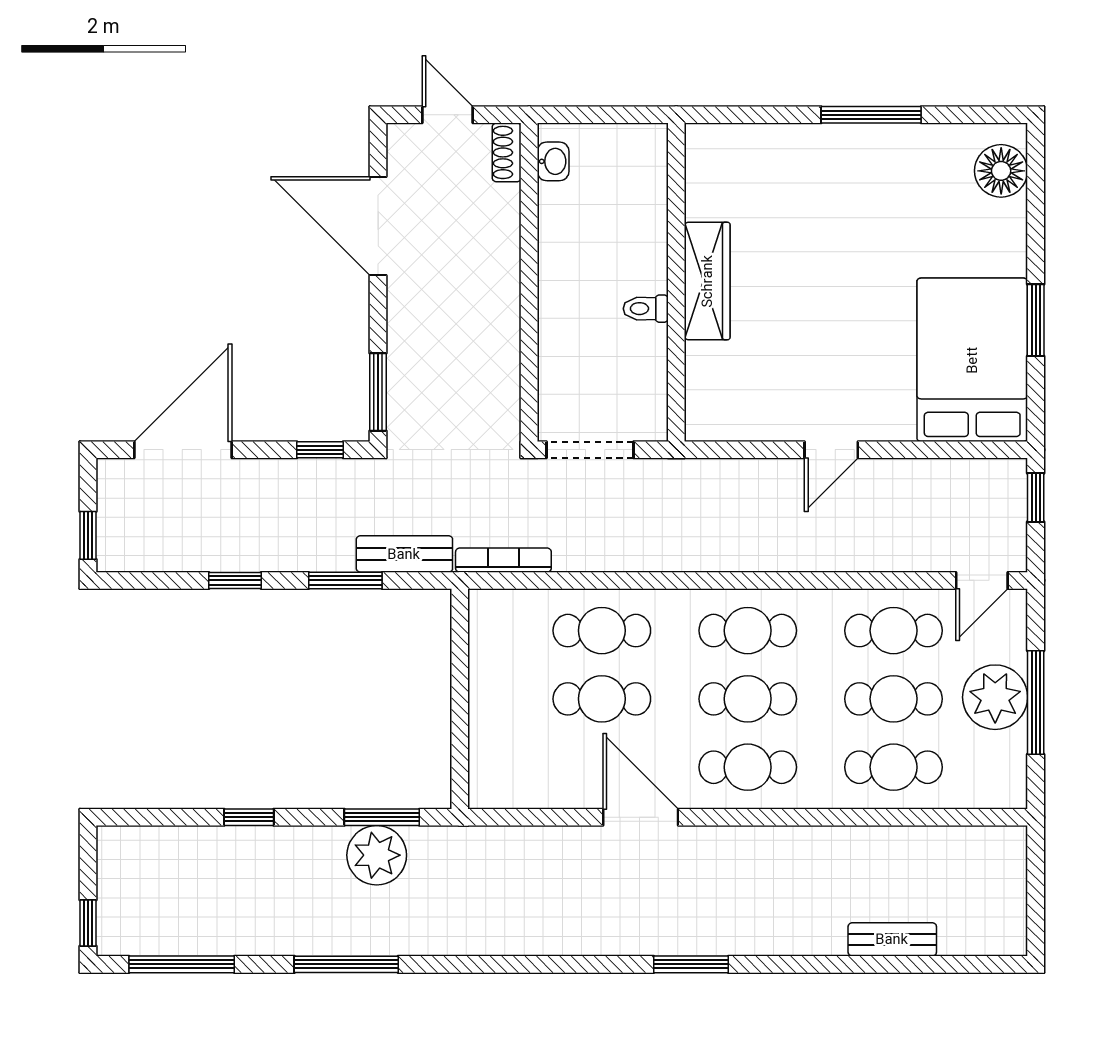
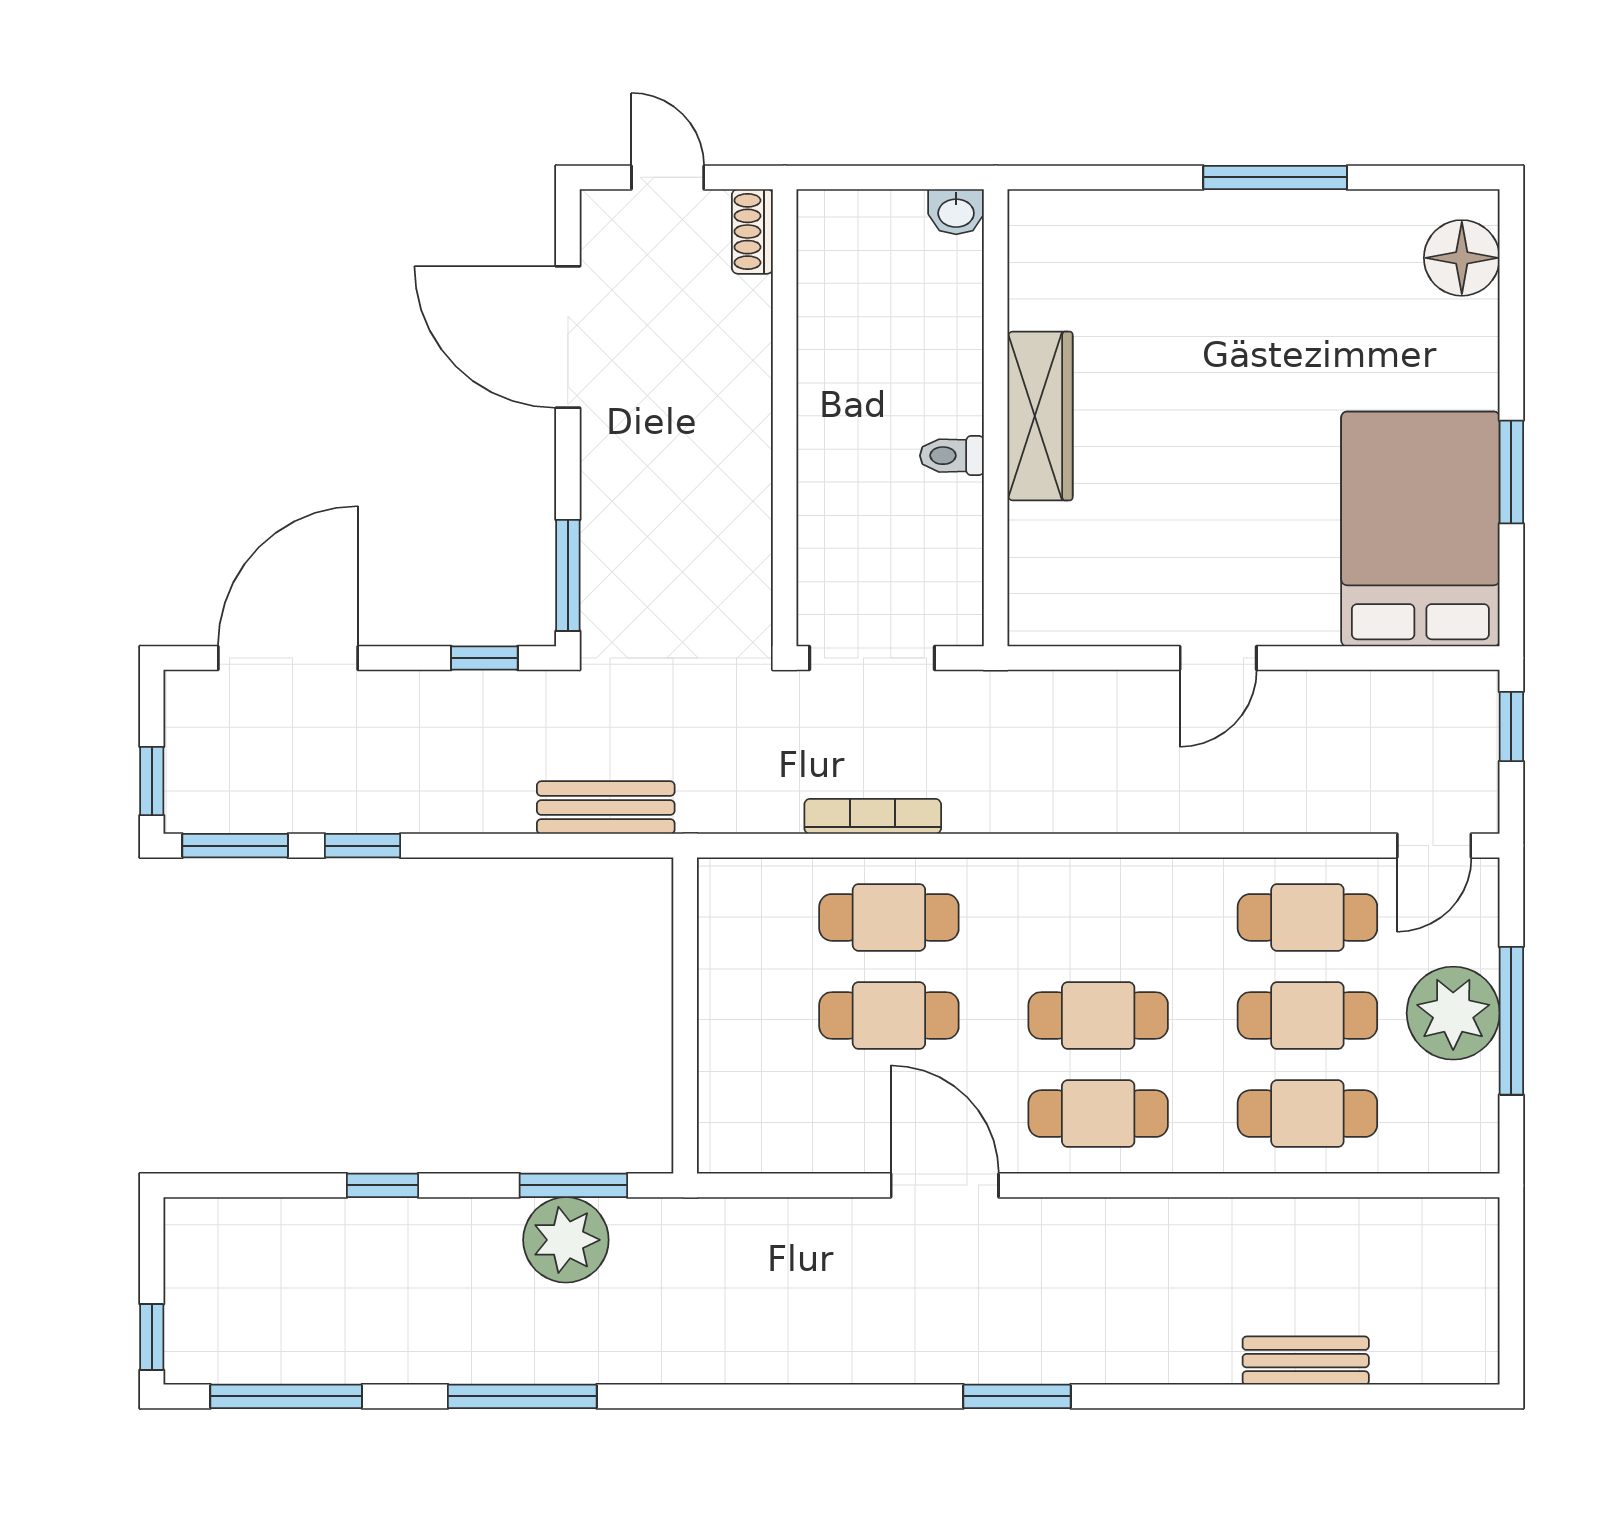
washbasin: (553, 161) -> (956, 212), moved, turned 90
bookcase: (503, 560) -> (873, 816), moved
window: (345, 580) -> (235, 846), moved
cafe table: (748, 631) -> (1098, 917), removed

